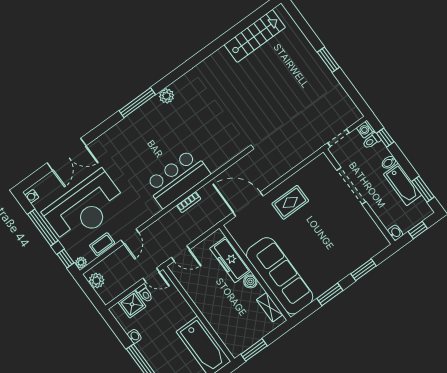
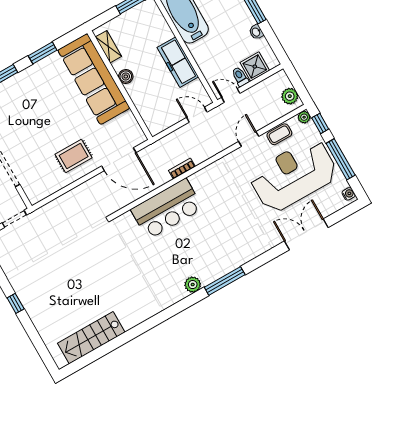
window: (328, 60) -> (16, 303), width x0.67
bar counter: (177, 179) -> (167, 209), moved
freezer: (230, 260) -> (178, 62), moved, turned 180

